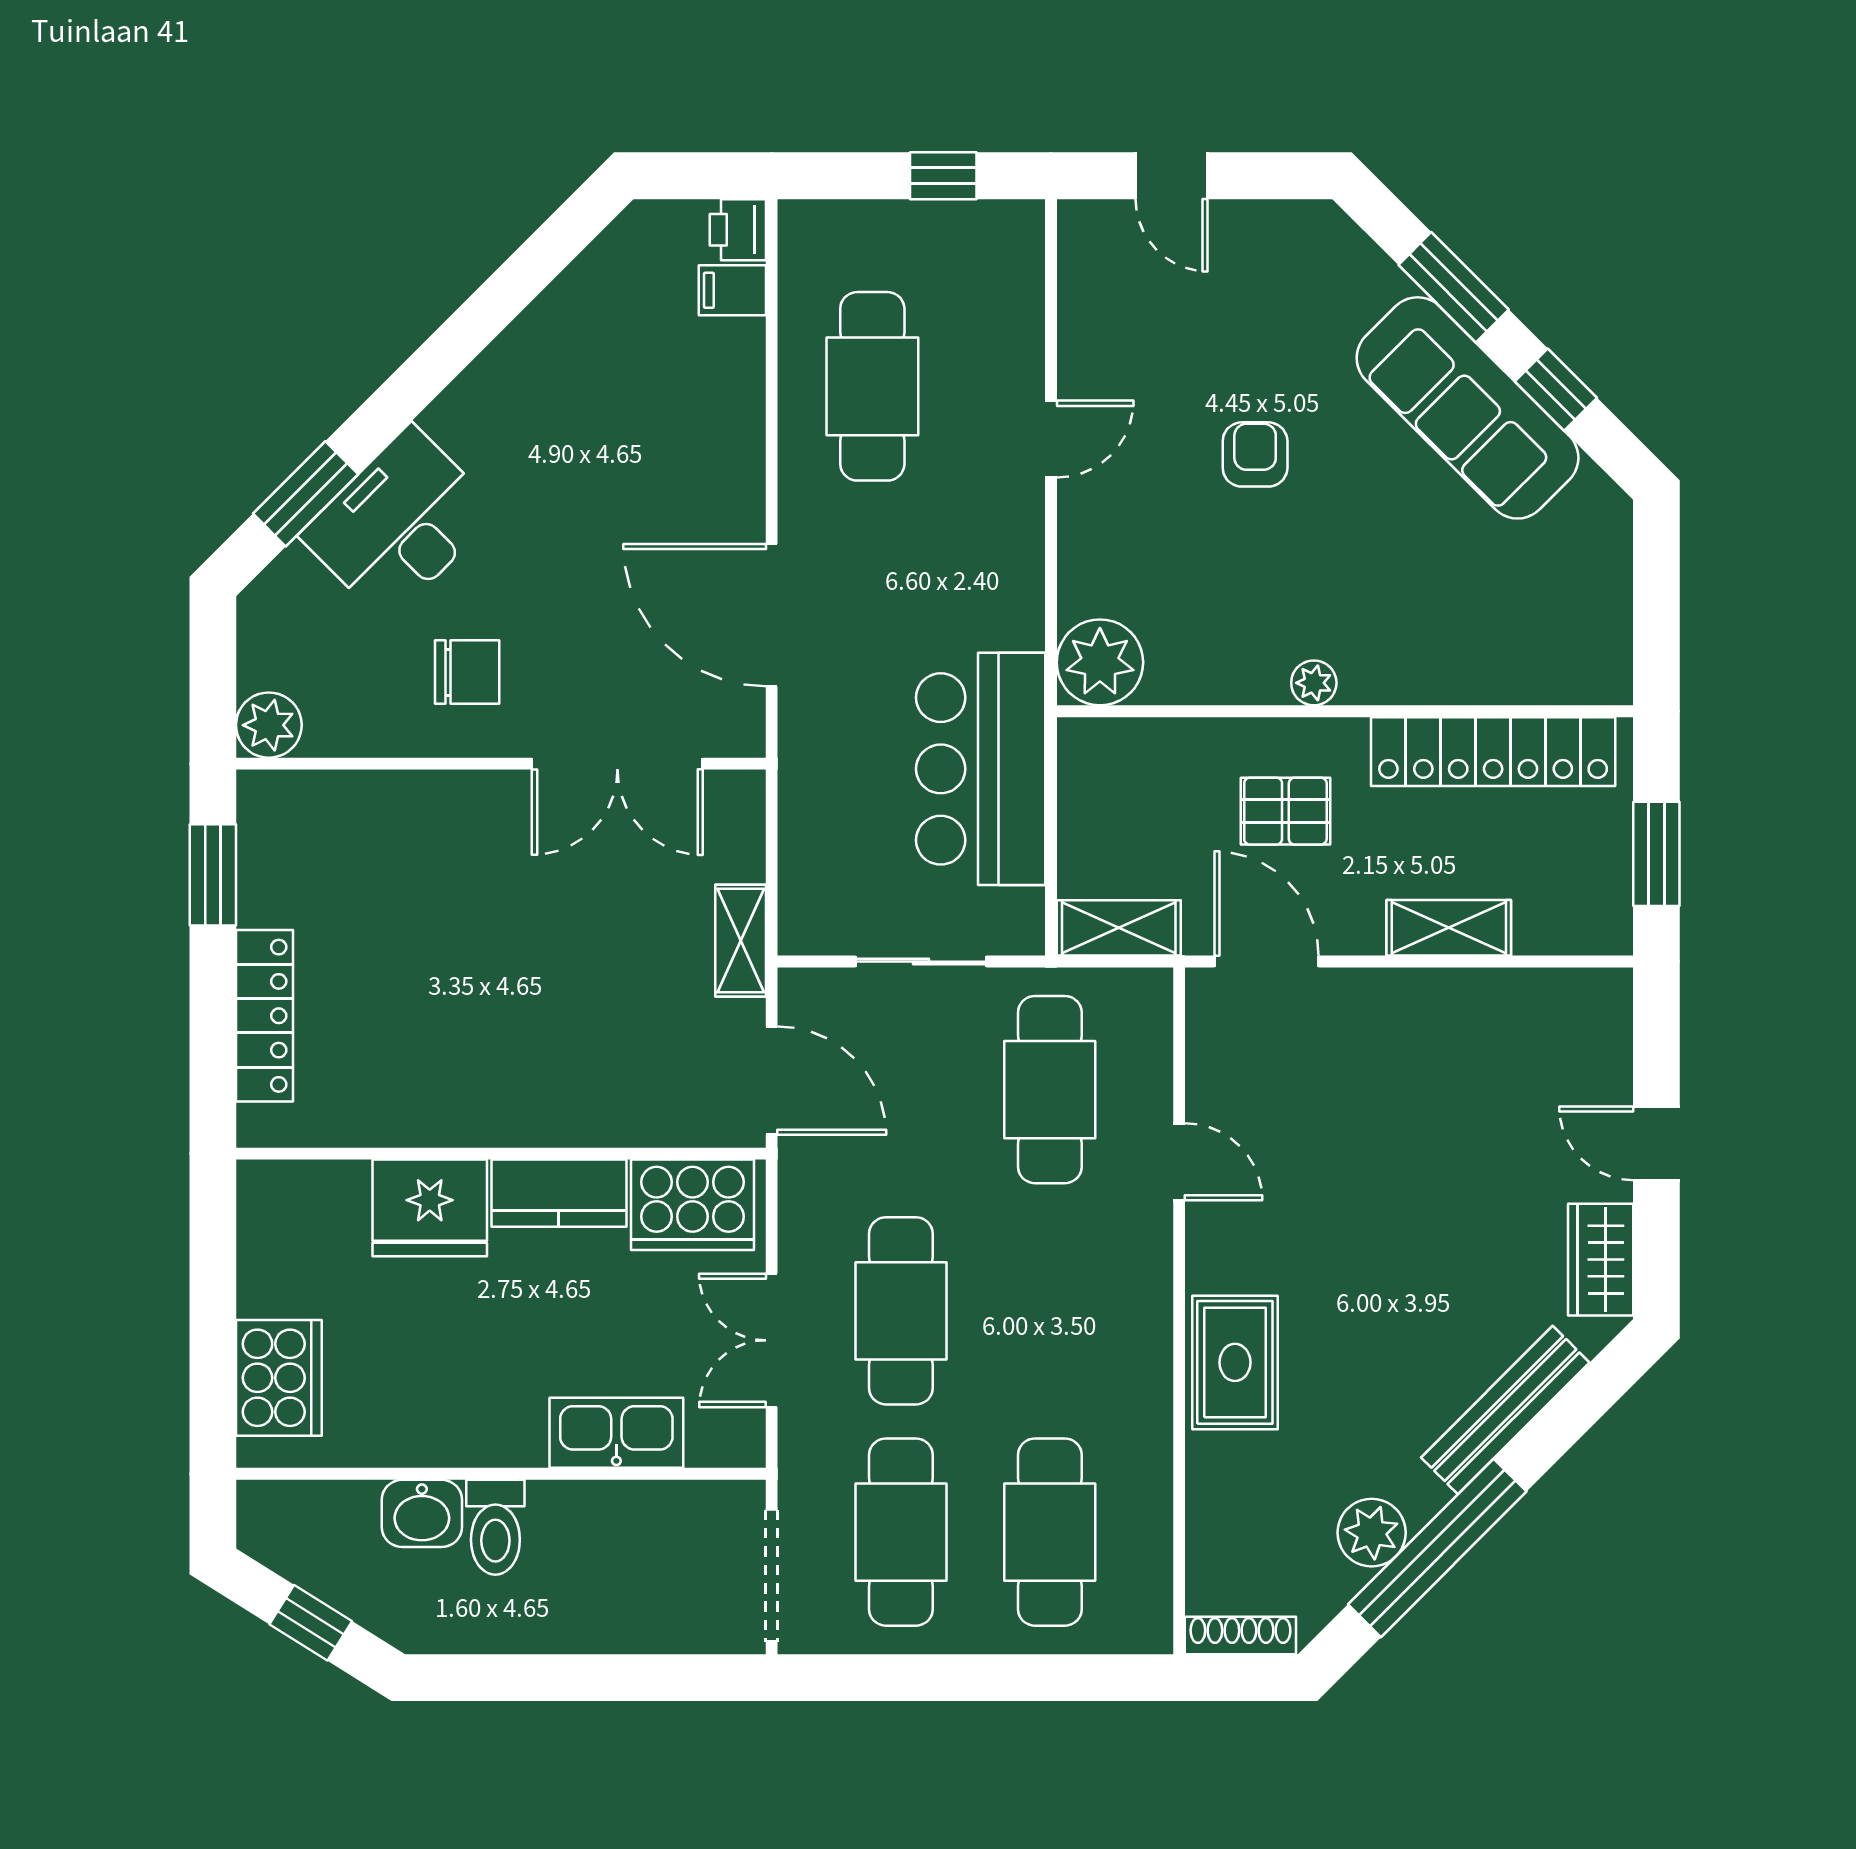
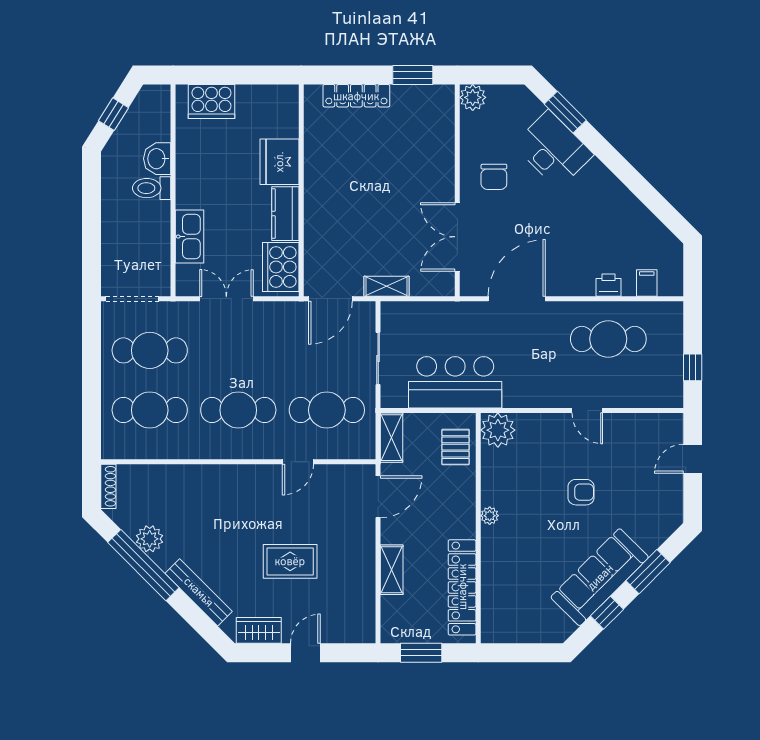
printer: (738, 230) -> (608, 285), moved
pallet: (1285, 811) -> (456, 447), moved
cafe table: (901, 1311) -> (238, 410), moved
rug: (1235, 1362) -> (290, 561), moved

